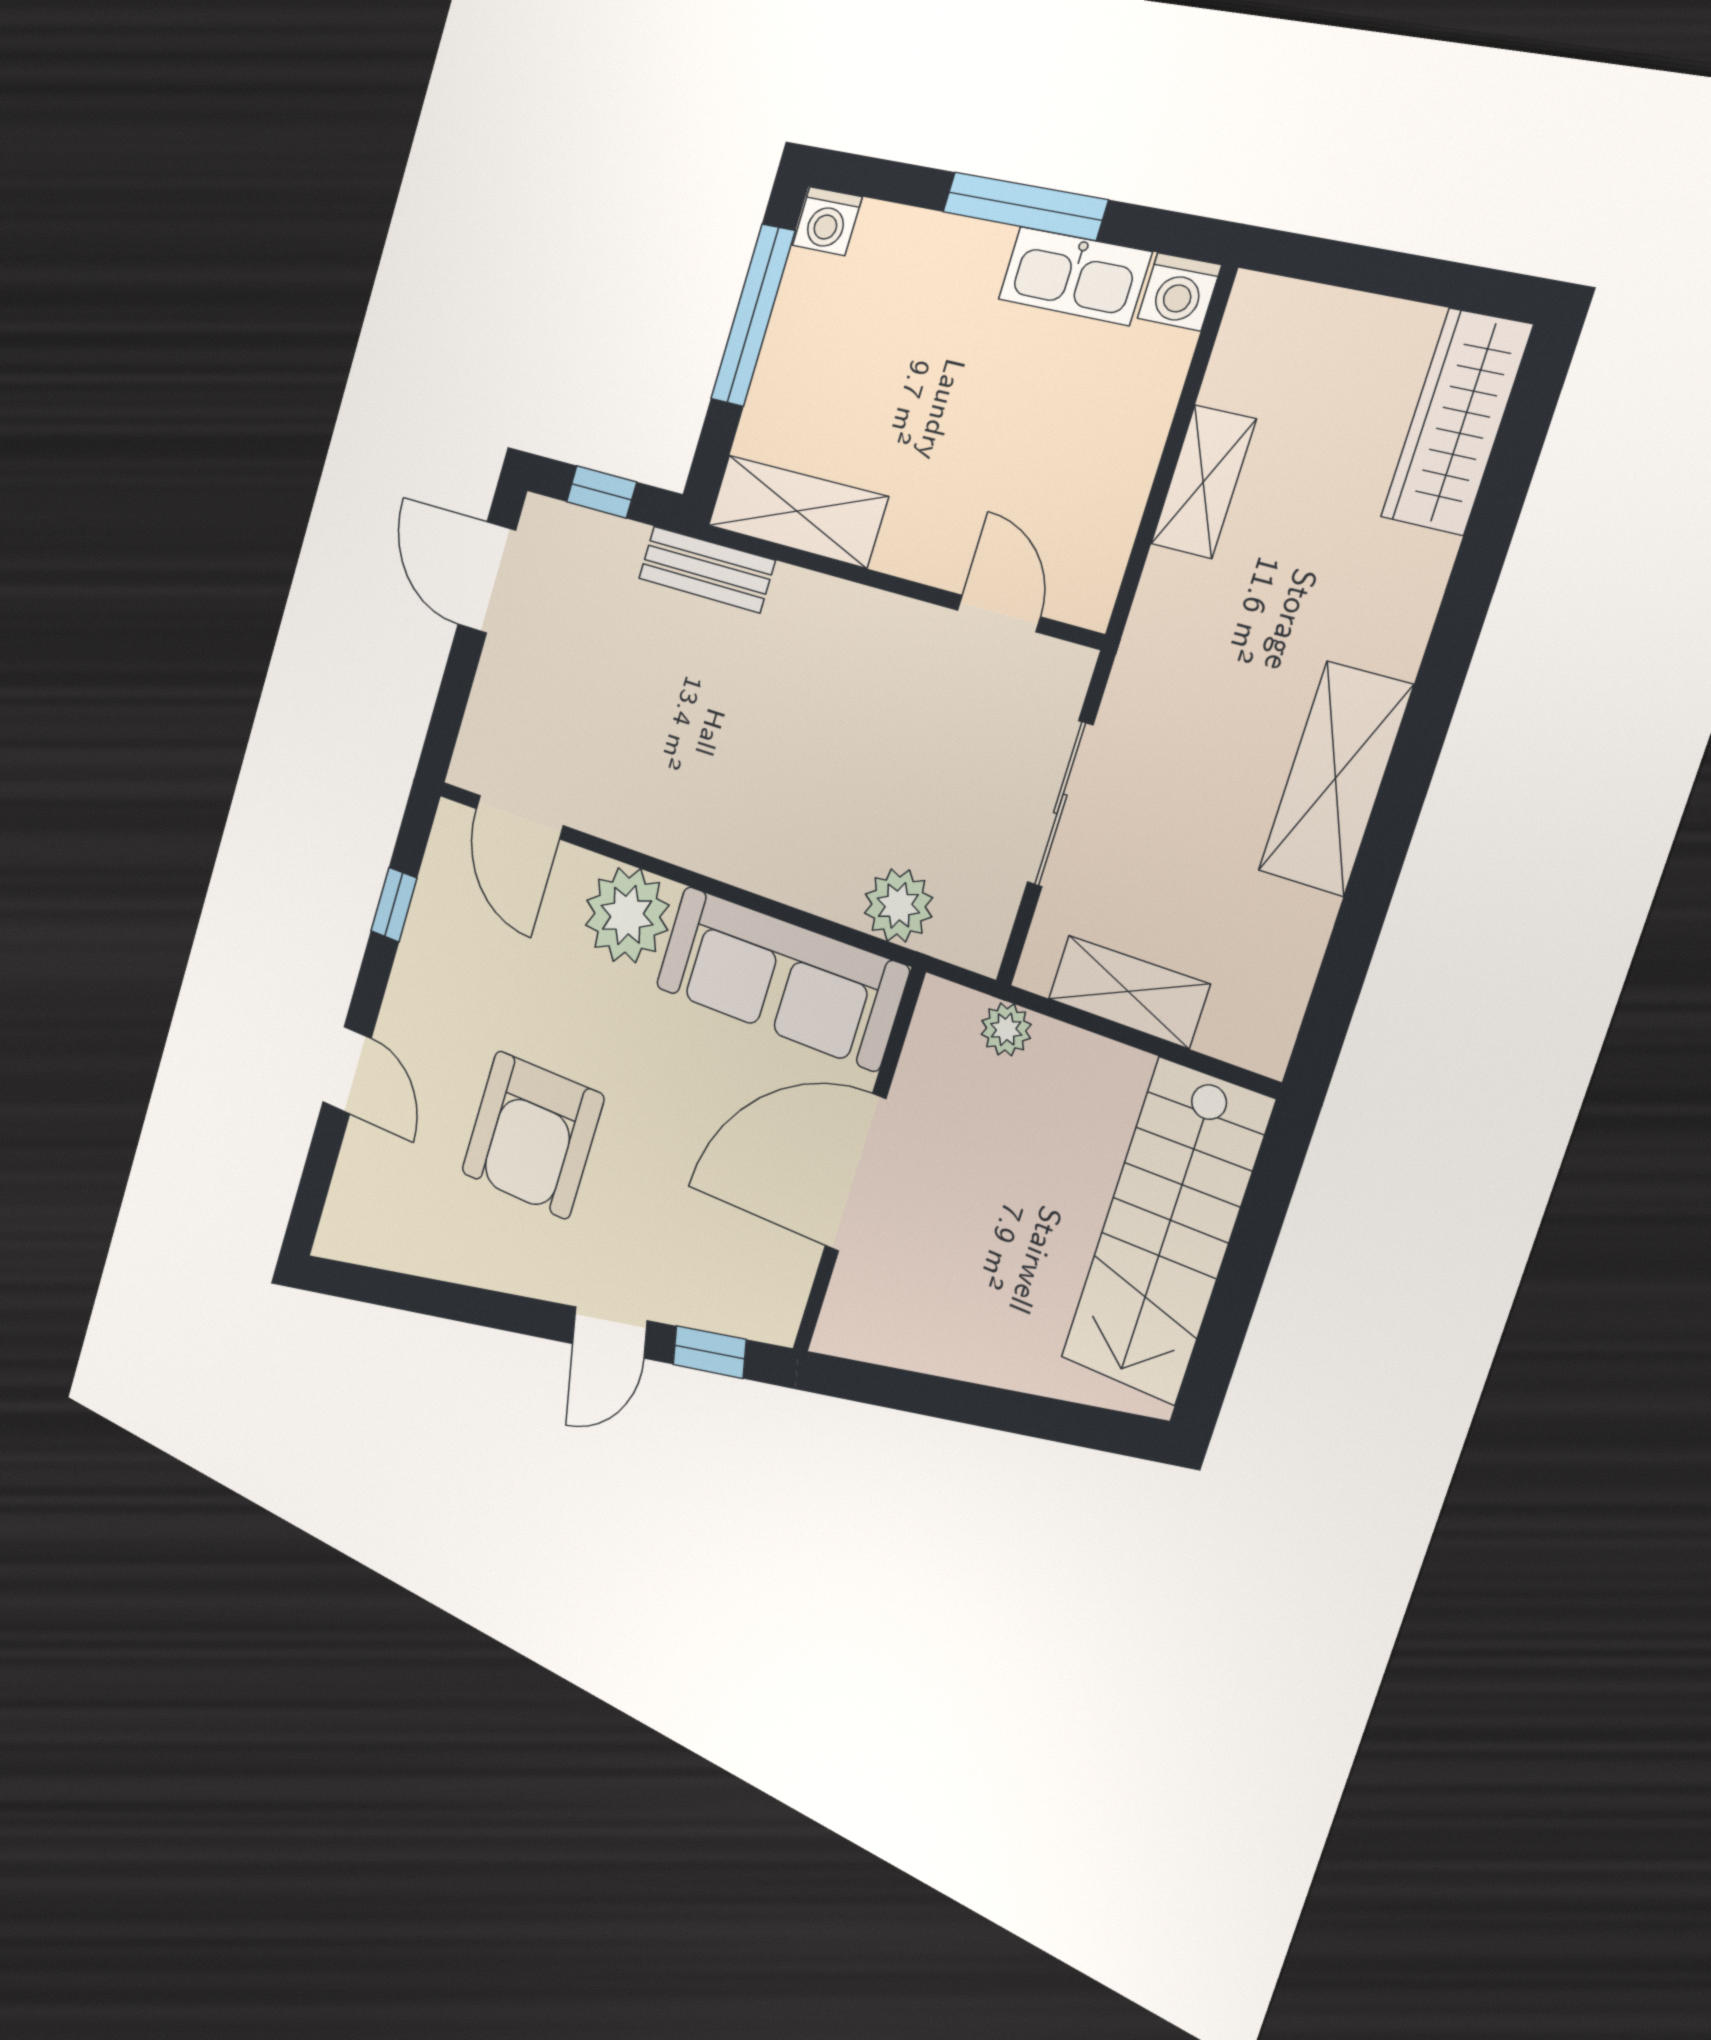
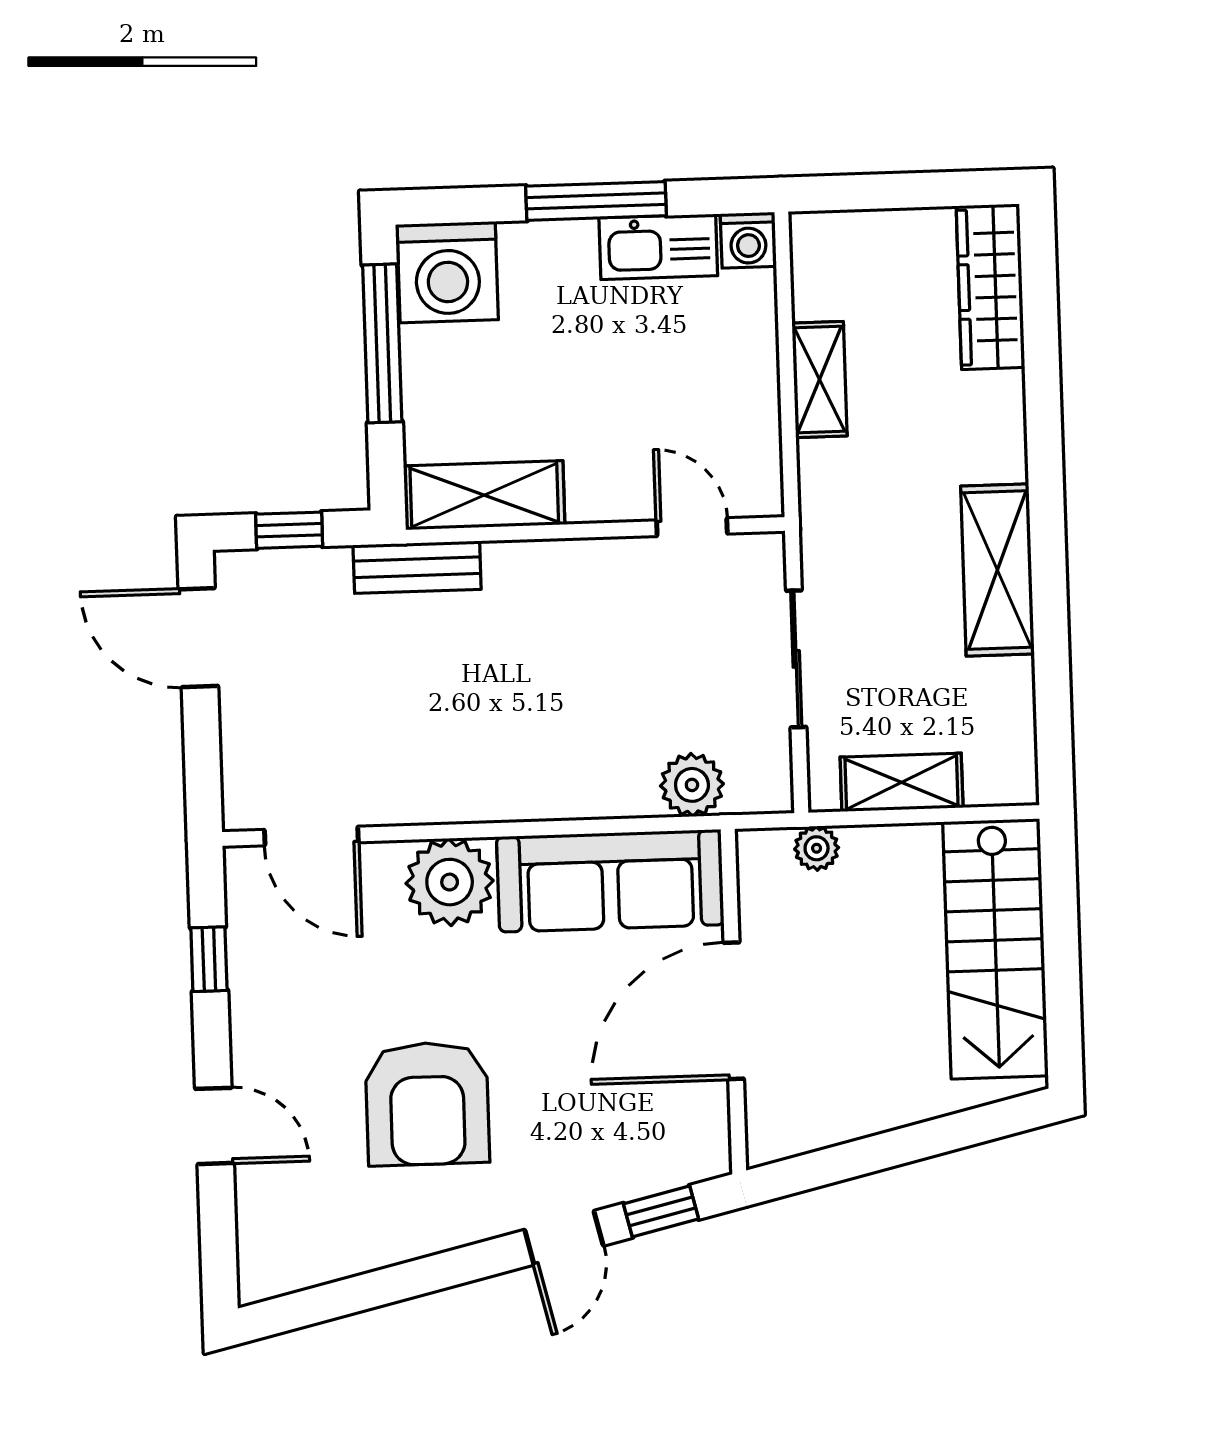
washing machine: (827, 221) -> (448, 272), width x1.89, depth x1.89

